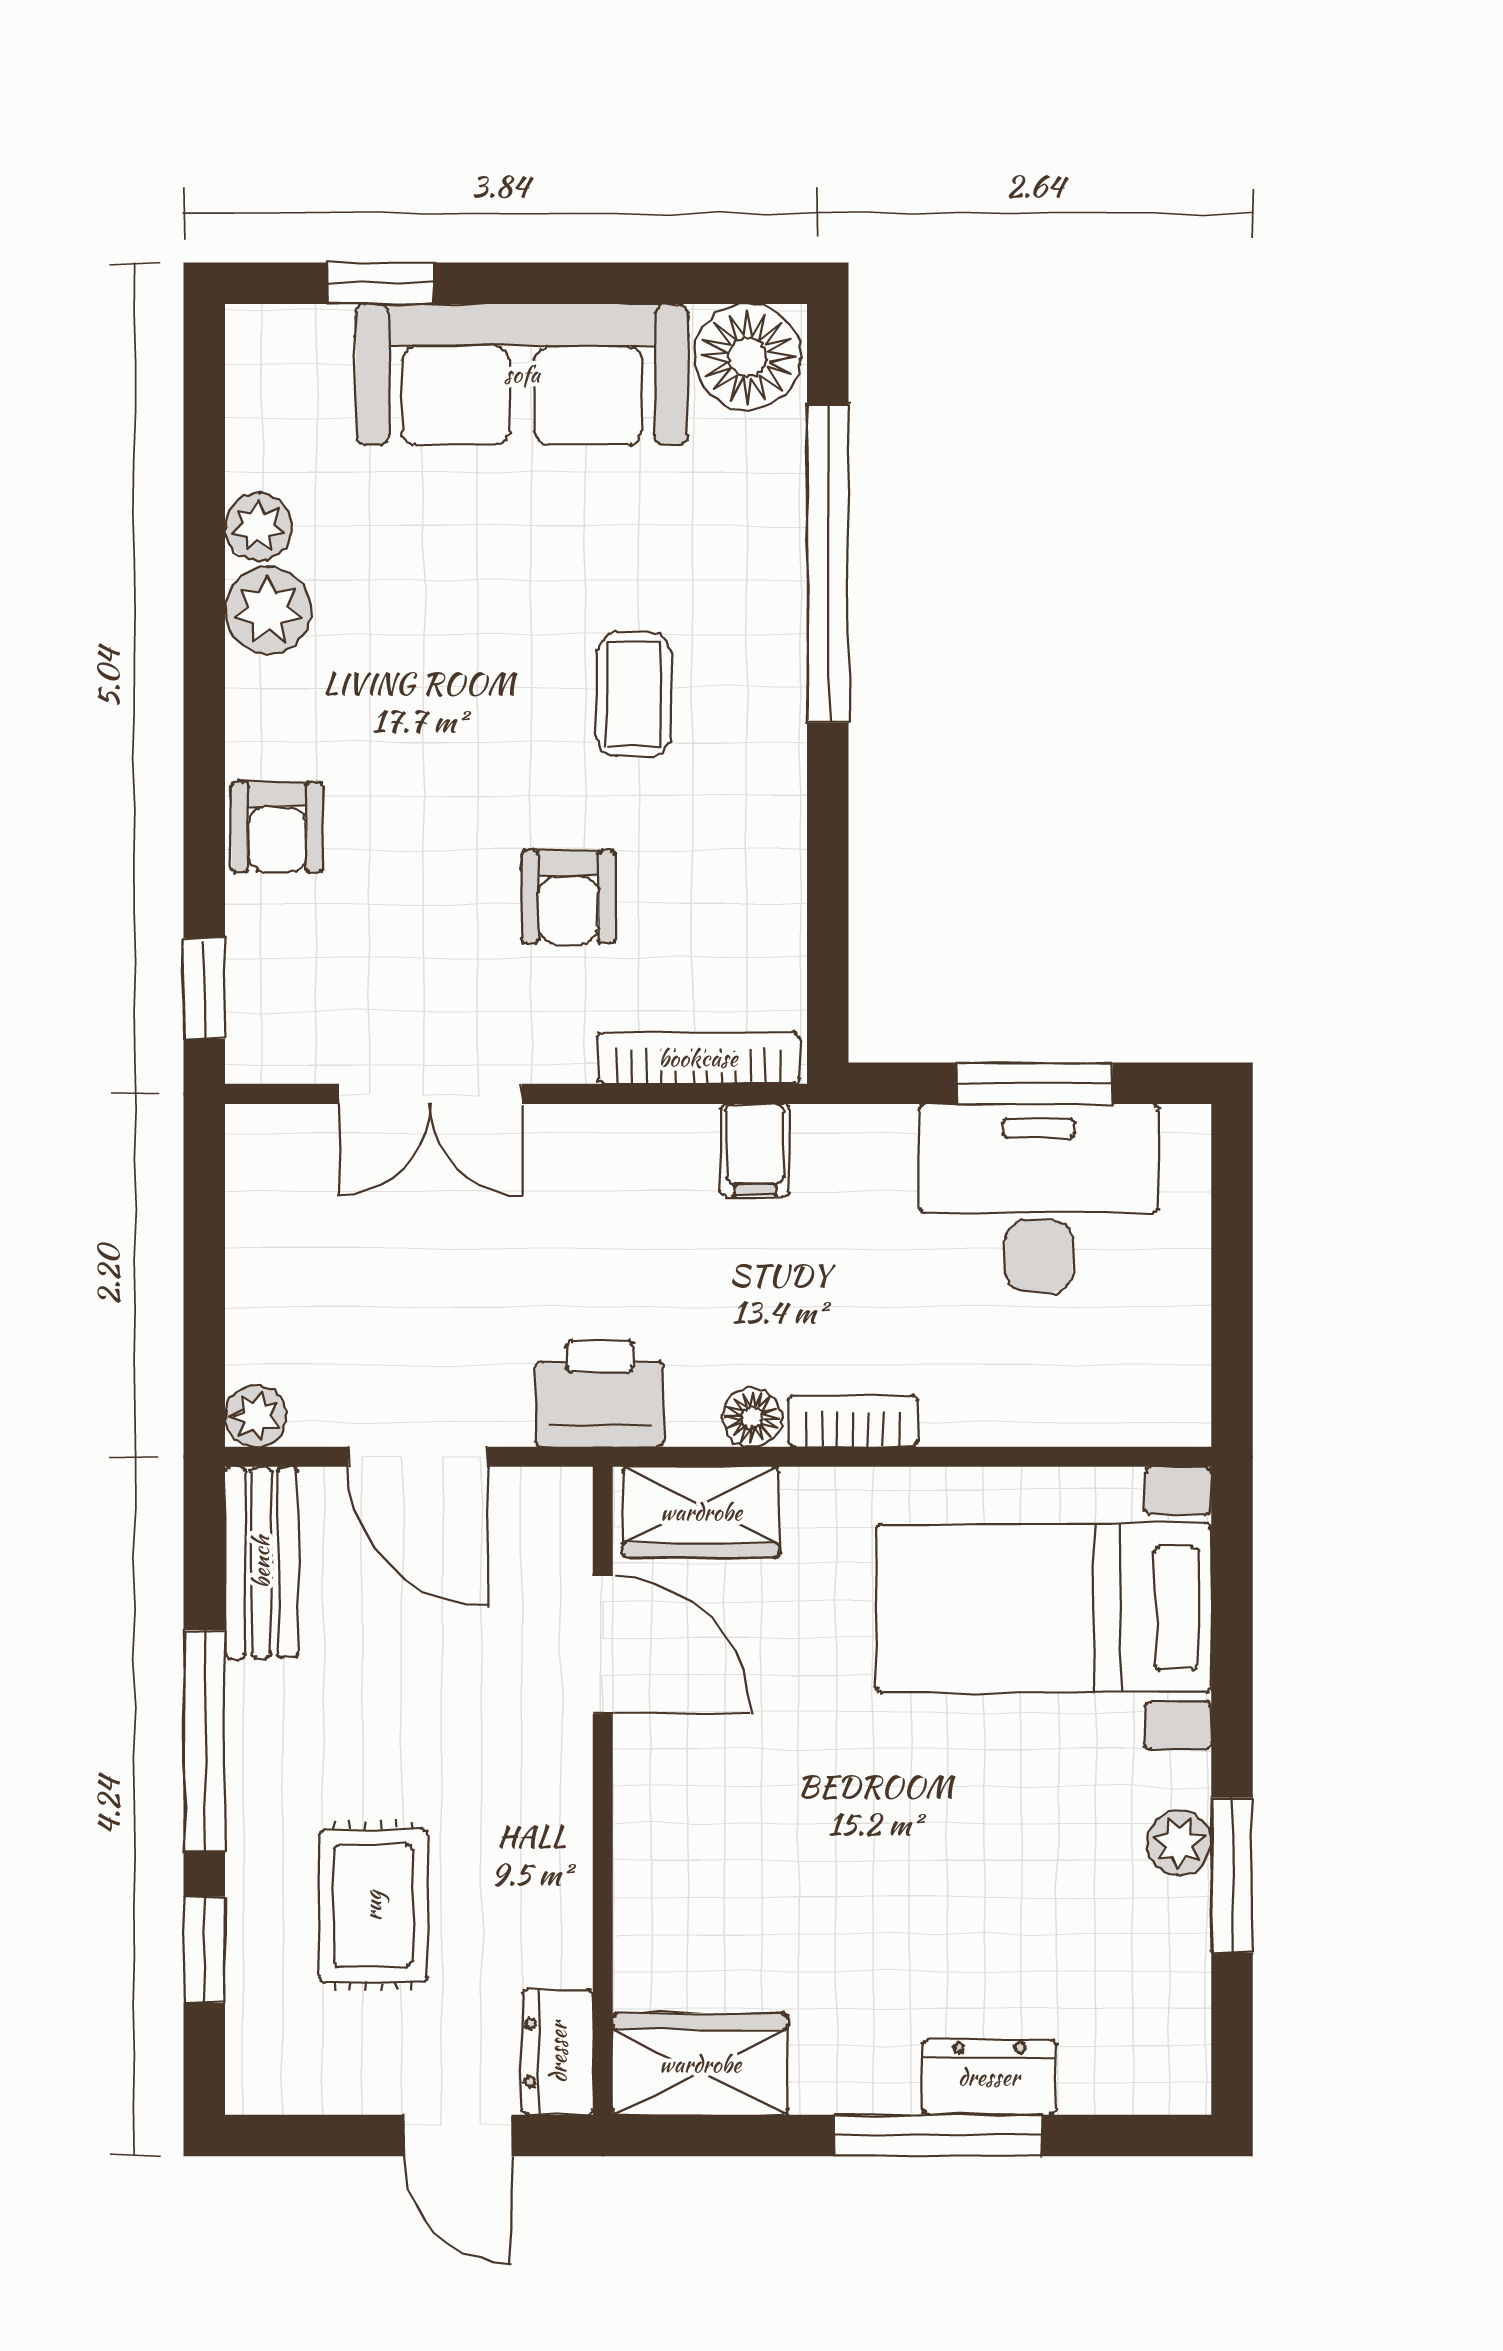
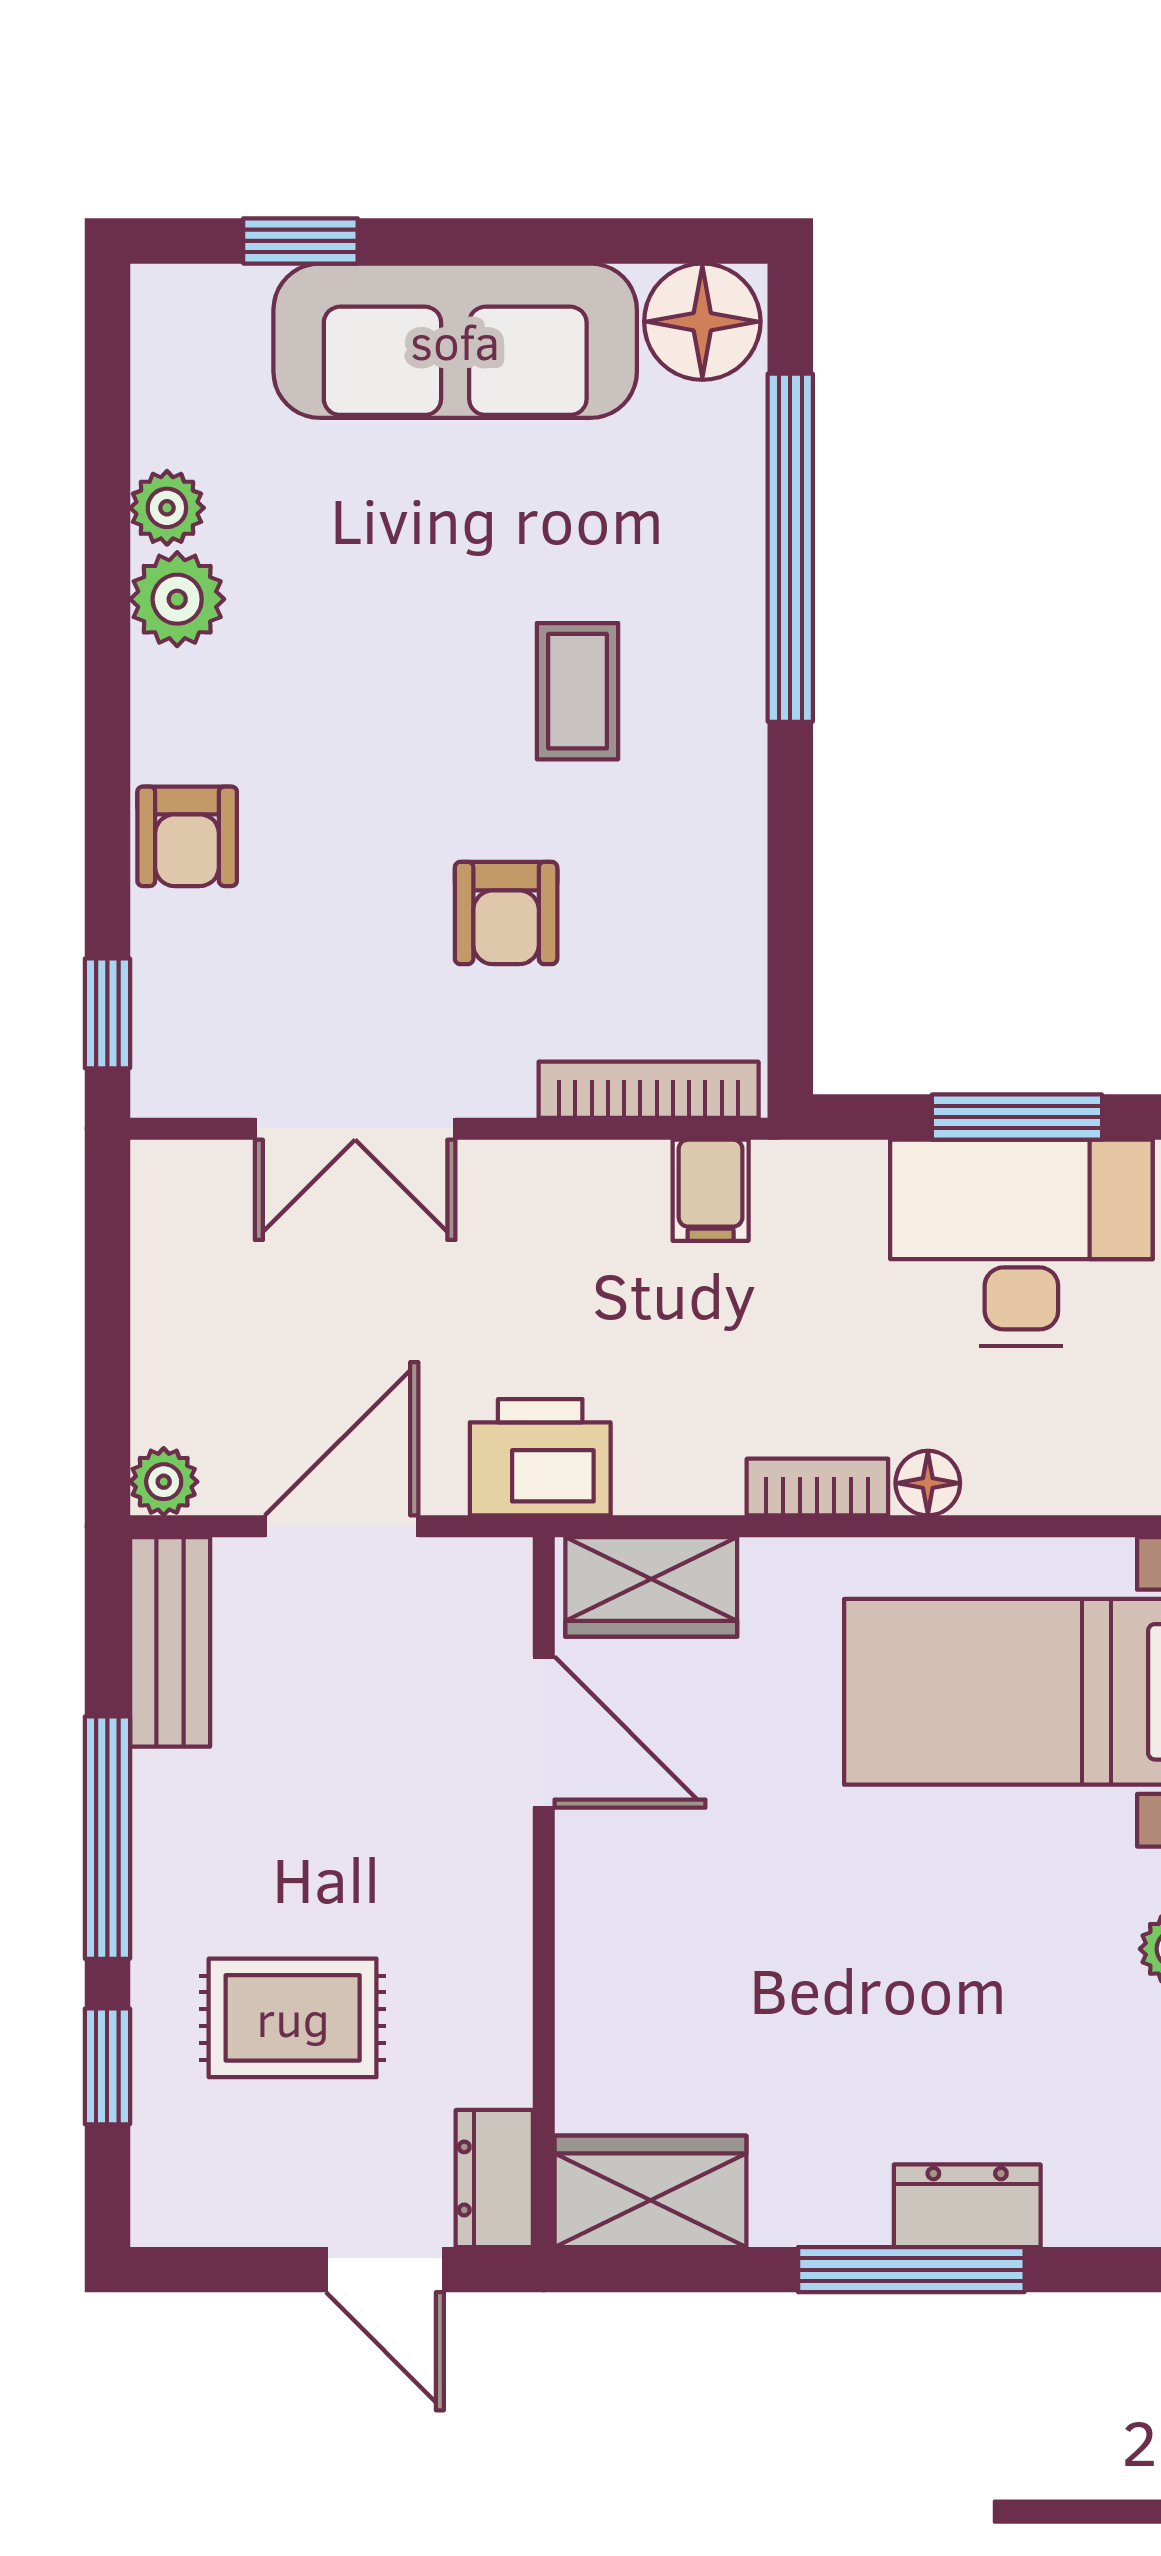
floor lamp: (752, 1417) -> (928, 1483), moved
door: (418, 1457) -> (342, 1526), swing flipped
rug: (373, 1906) -> (293, 2018), turned 90

